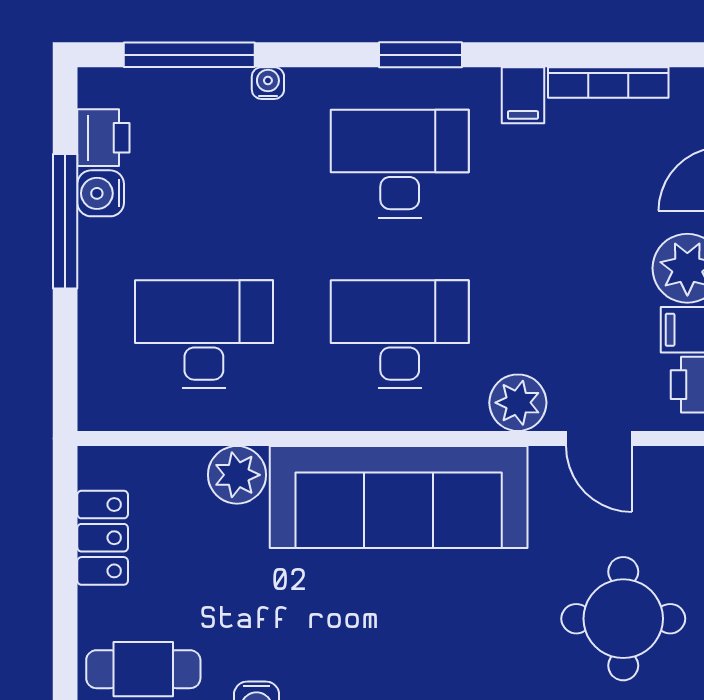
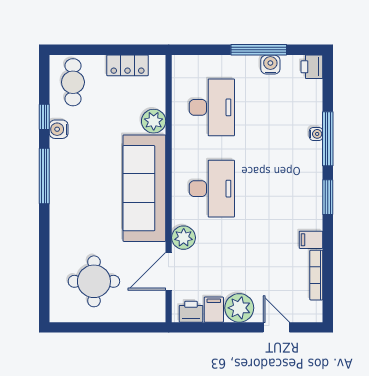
window: (189, 55) -> (328, 139), moved
printer: (103, 138) -> (312, 67), moved, turned 90
desk: (400, 164) -> (283, 189), removed
door: (599, 438) -> (169, 271), width x1.38

